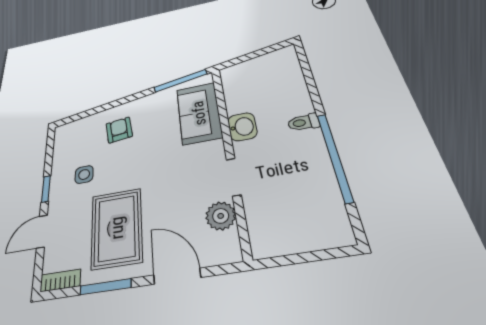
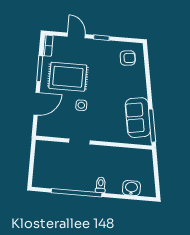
sofa: (199, 113) -> (138, 118), moved, turned -100
washbasin: (242, 127) -> (131, 188), moved, turned 180
armchair: (119, 130) -> (128, 58), moved
side table: (84, 175) -> (81, 105), moved
plant: (221, 216) -> (61, 130), removed

